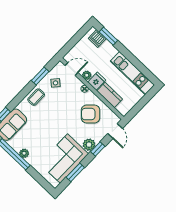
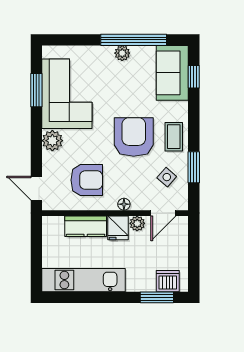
armchair: (53, 113) -> (134, 137), added
armchair: (90, 114) -> (87, 180), turned 44
window: (98, 149) -> (36, 145), removed

